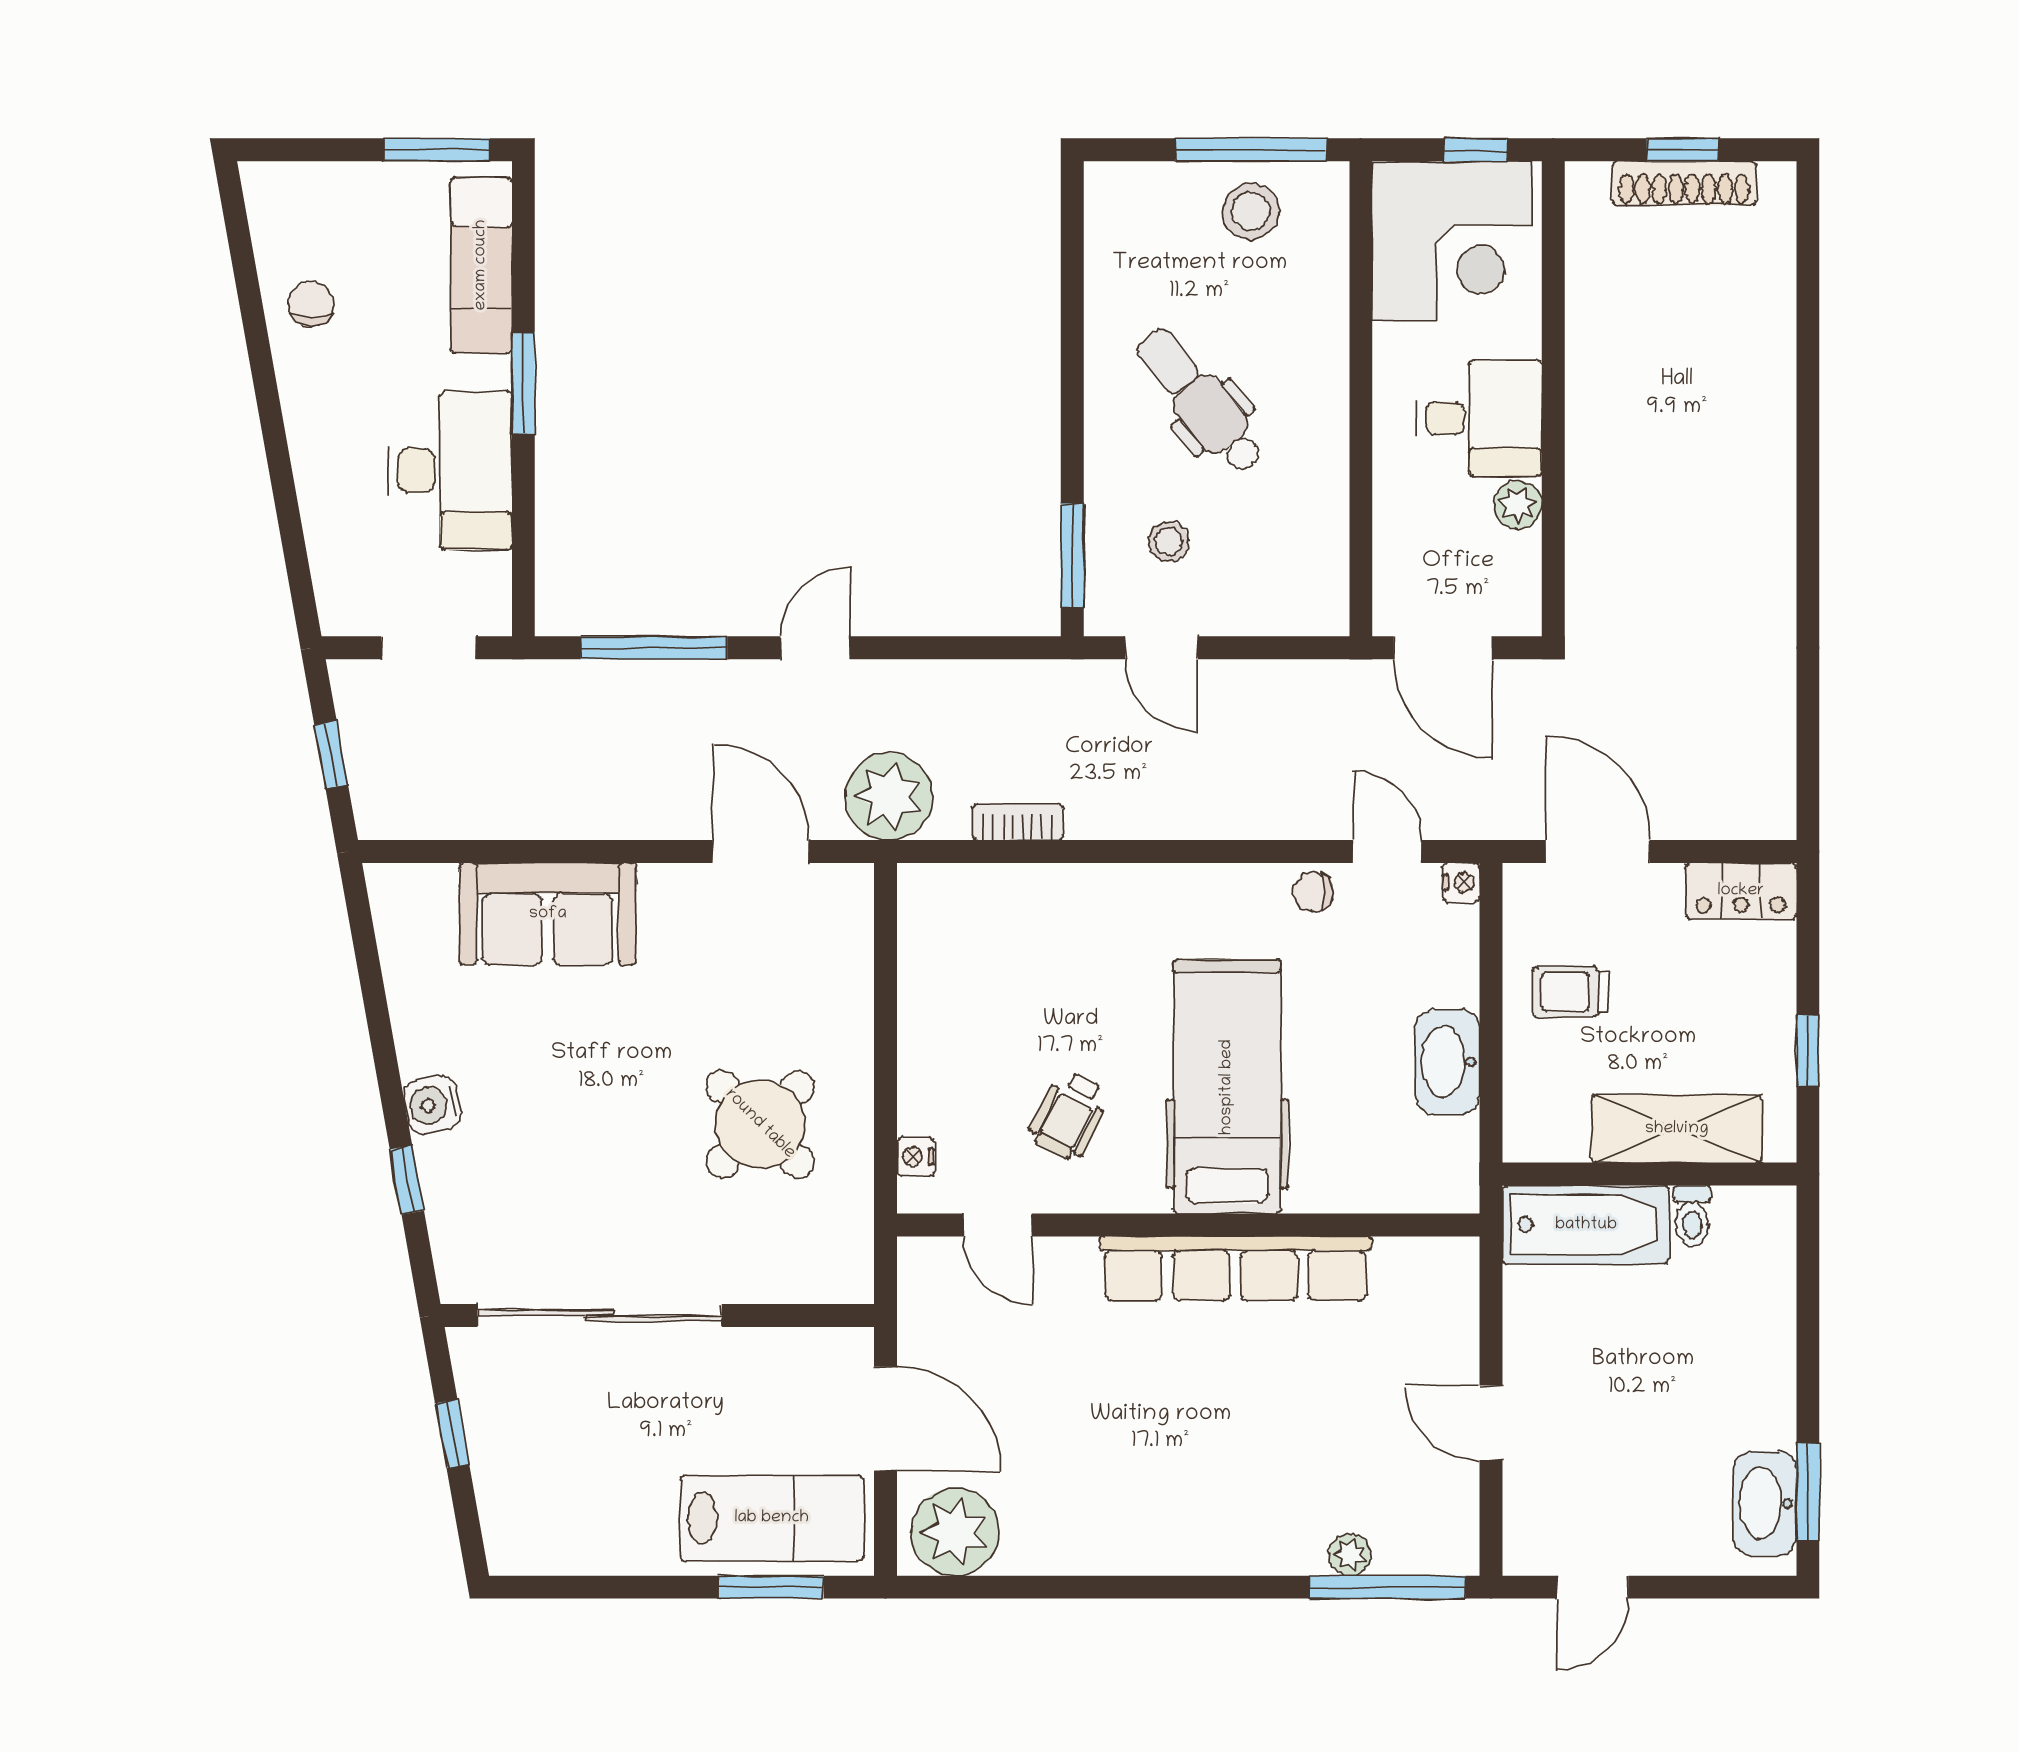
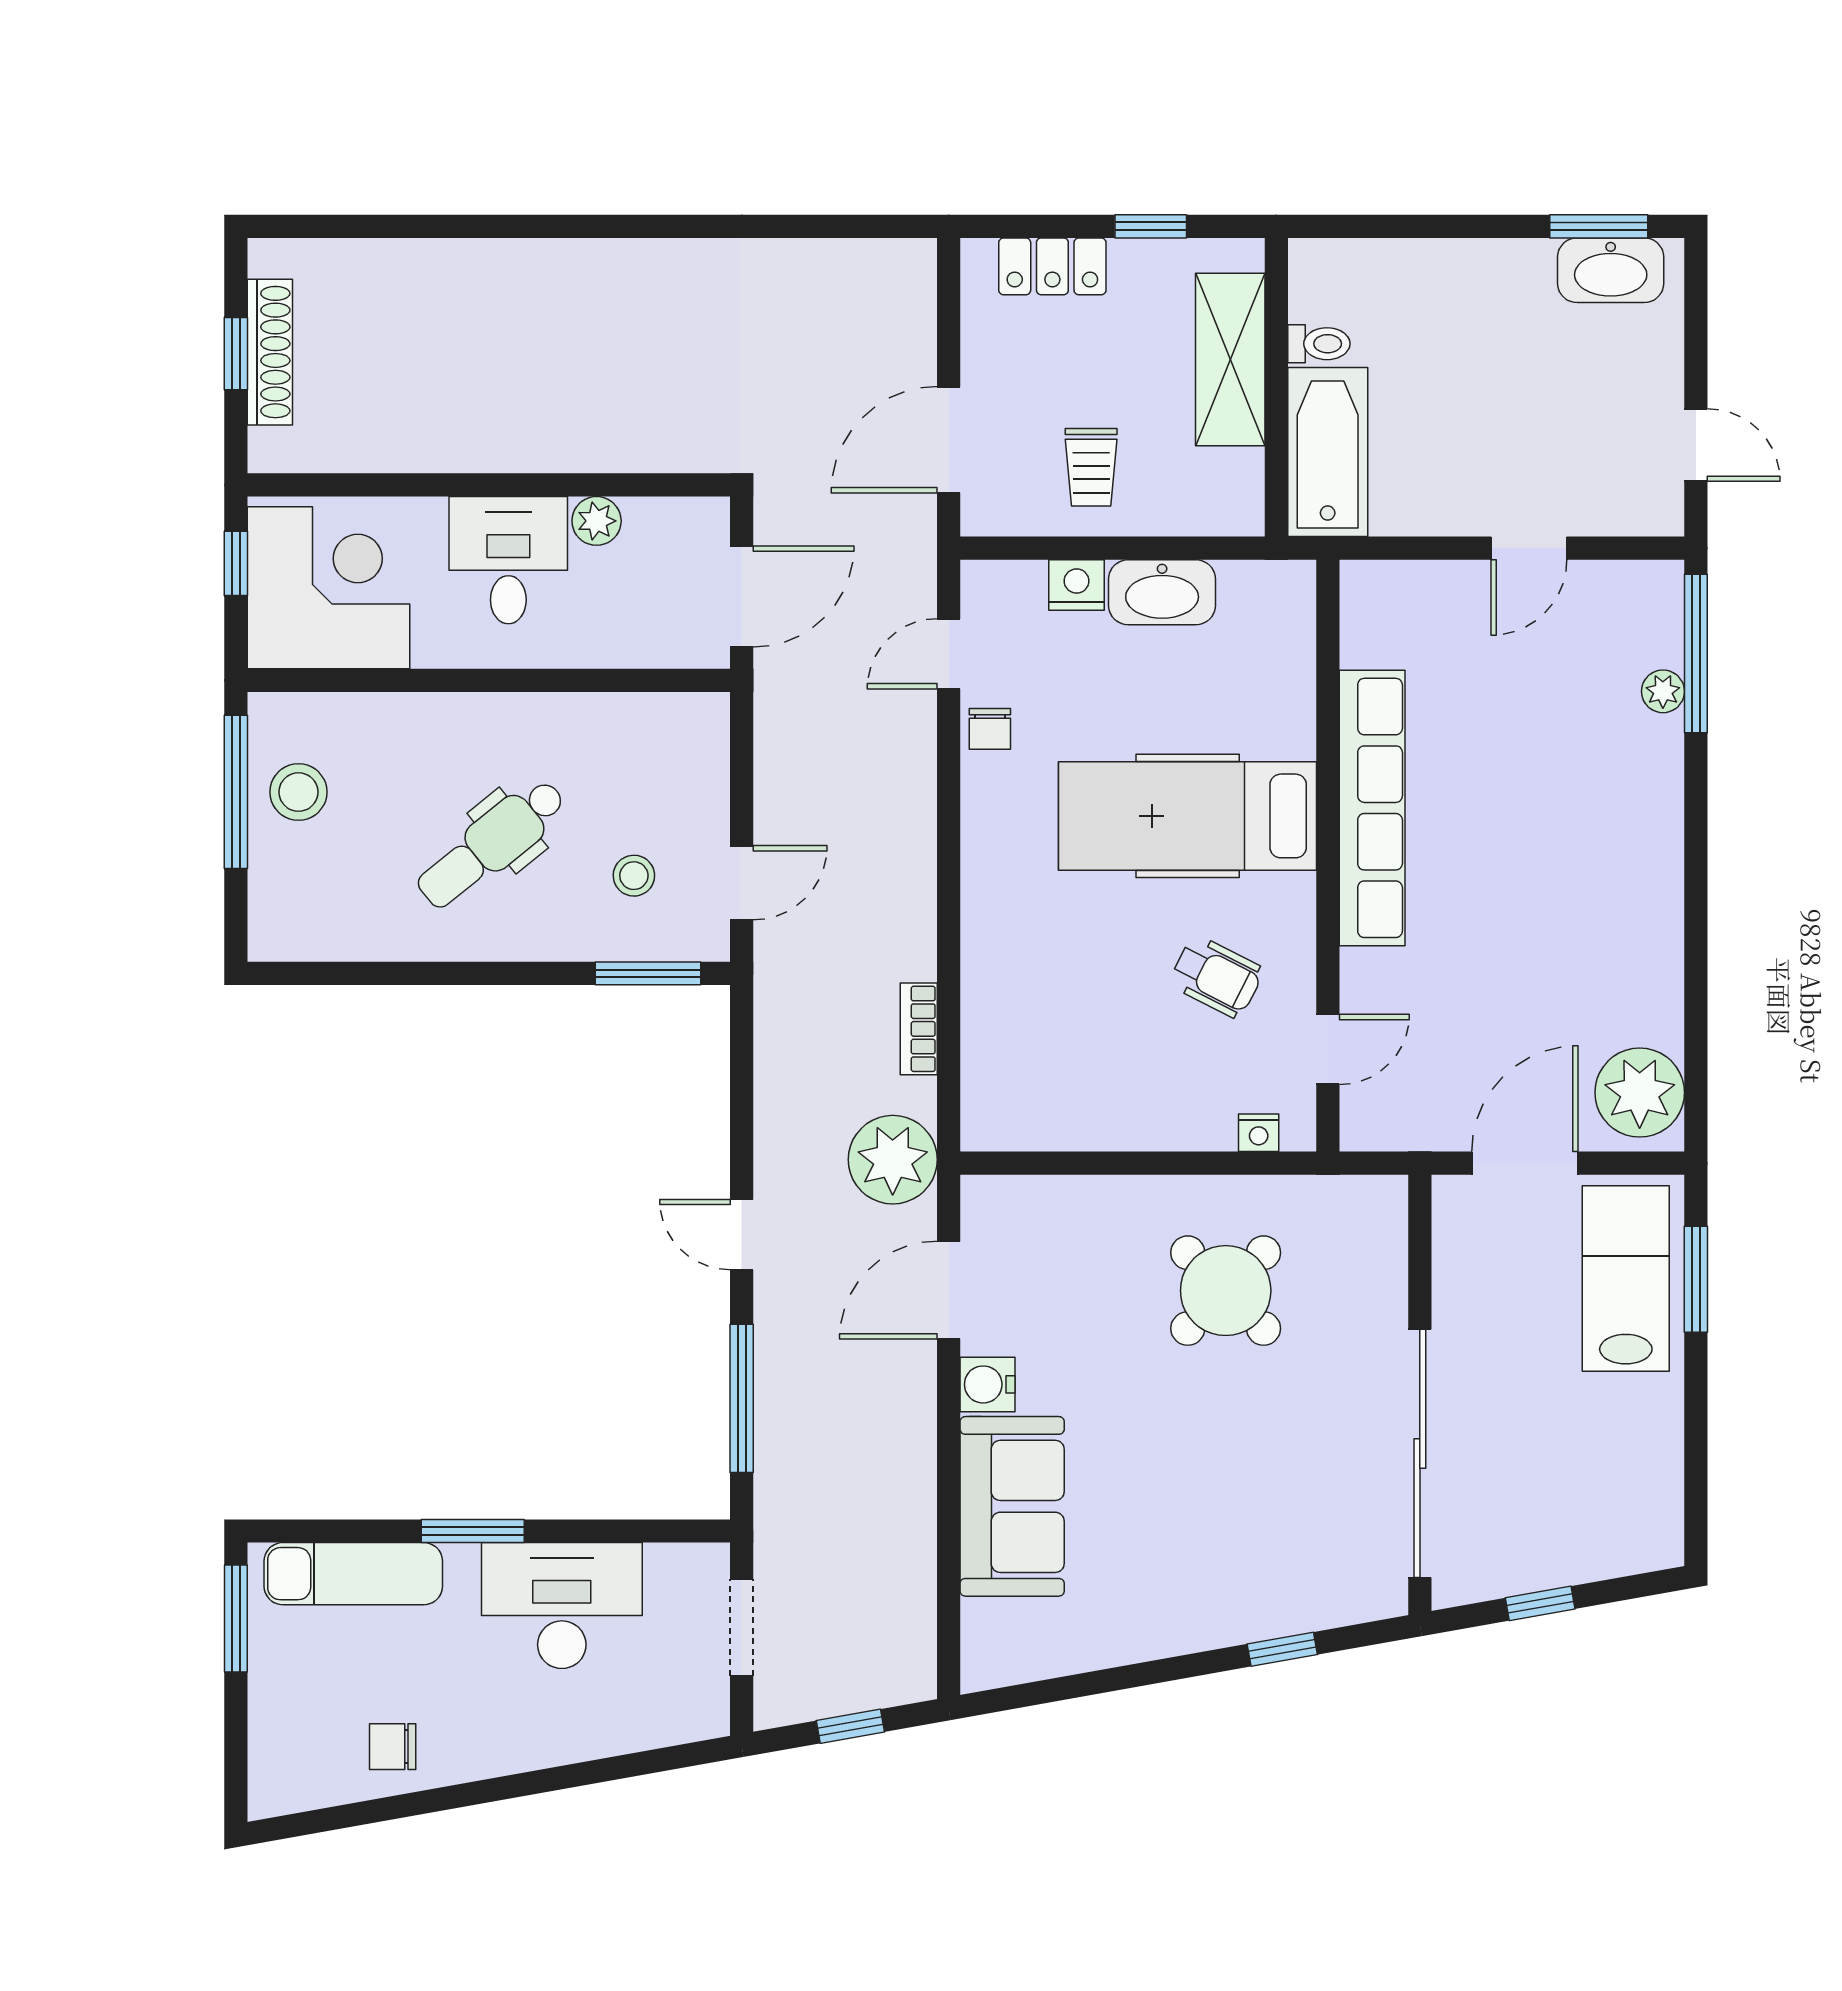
nightstand: (1461, 882) -> (1077, 585), moved, width x1.39, depth x1.35
locker: (1741, 891) -> (1052, 266), moved, turned 90
water cooler: (432, 1105) -> (988, 1384), moved, turned 100

